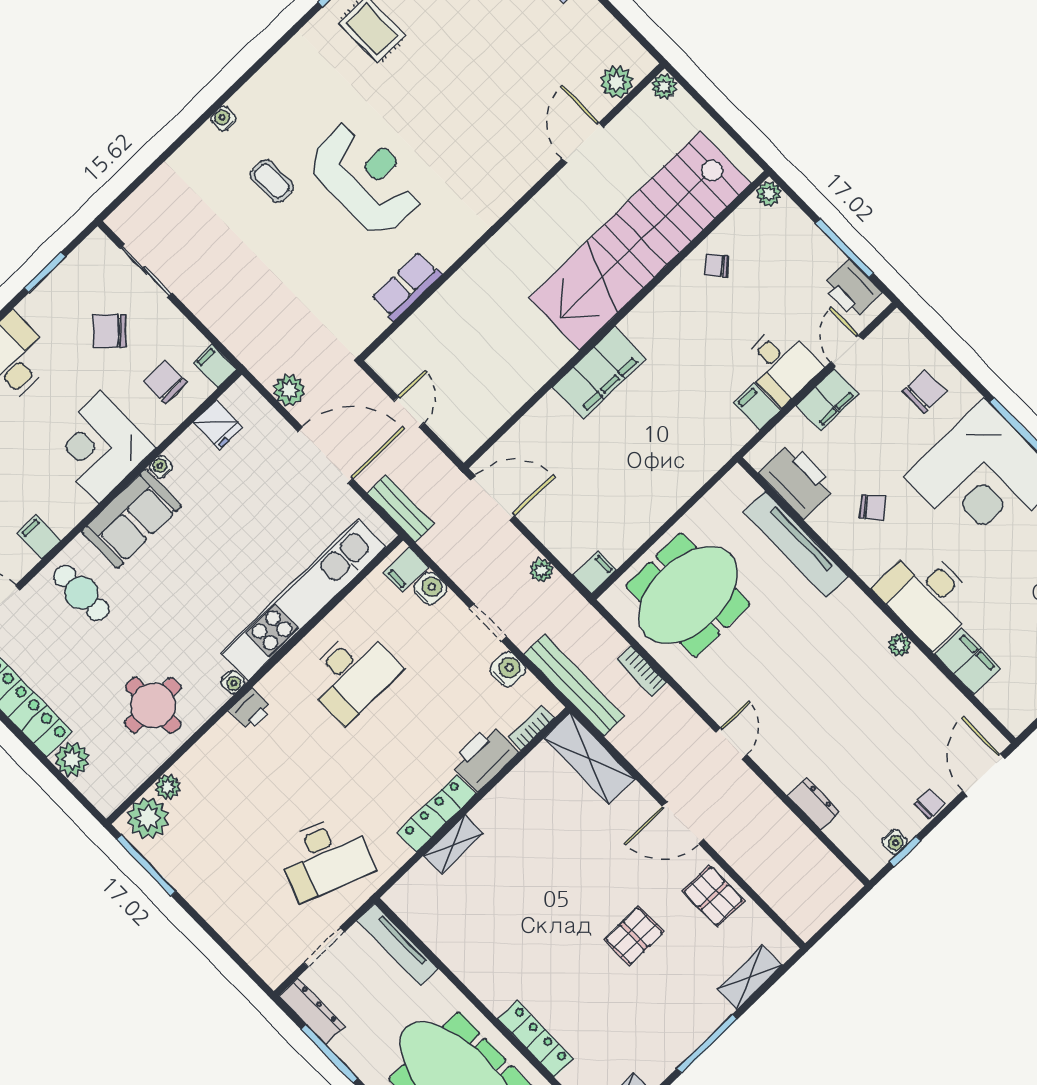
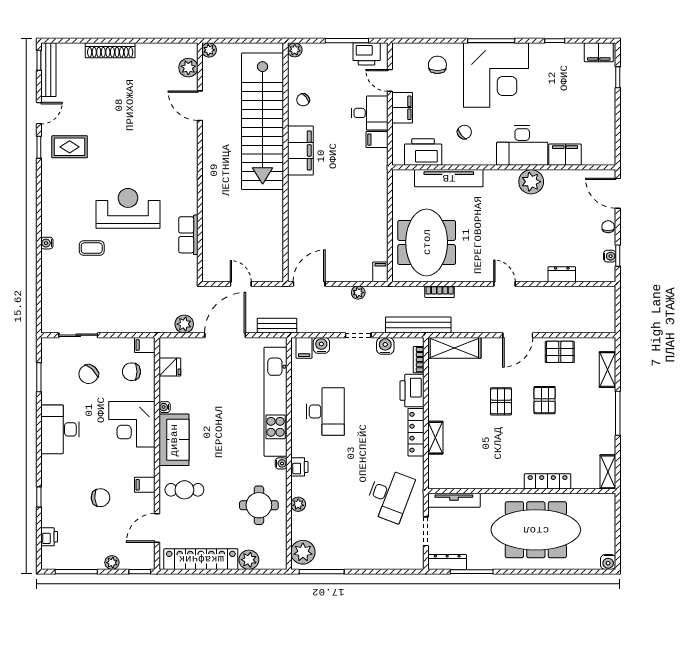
filing cabinet: (599, 373) -> (300, 150), moved
plant: (899, 645) -> (531, 182), width x1.88, depth x1.88
plant: (168, 787) -> (298, 504), moved
pallet: (579, 883) -> (501, 401), added

